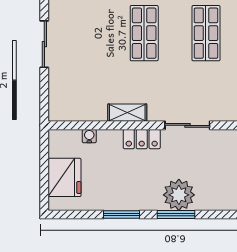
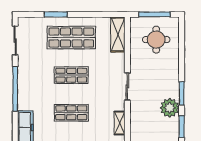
locker: (142, 139) -> (136, 114), removed
plant: (179, 195) -> (170, 108), moved

